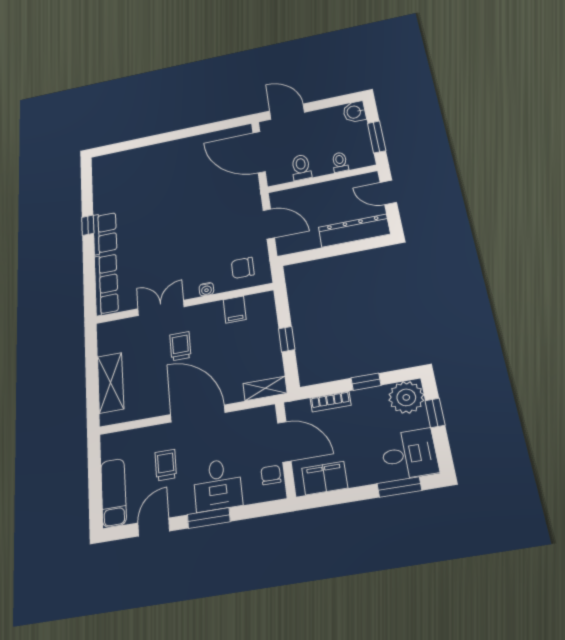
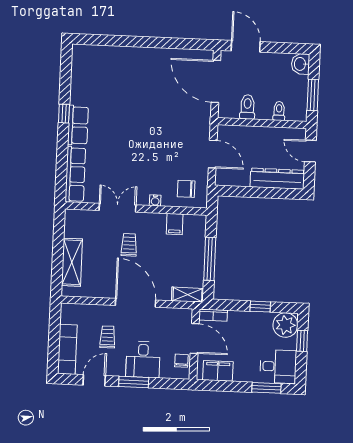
window: (287, 339) -> (210, 259), width x2.17
bookcase: (331, 402) -> (213, 315), moved

